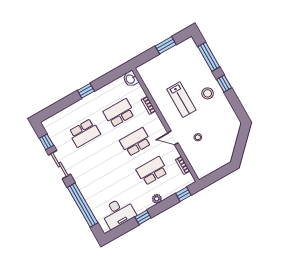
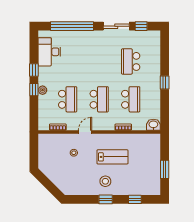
window: (209, 57) -> (135, 199), width x0.46
lab bench: (181, 100) -> (112, 157), turned 180
window: (183, 194) -> (34, 90), moved

